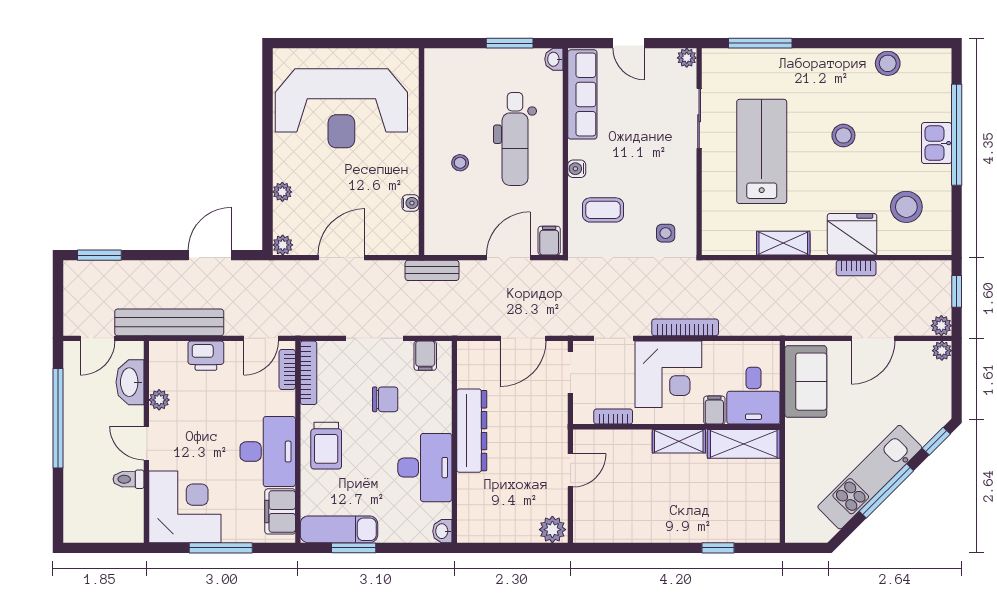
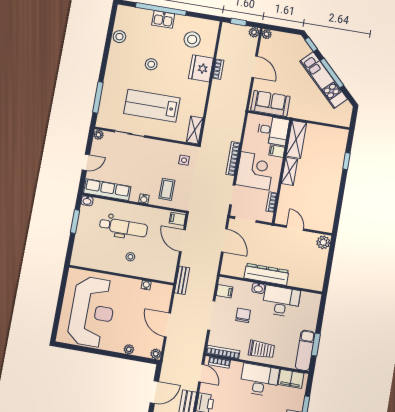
shelving: (783, 243) -> (195, 130), moved
door: (210, 255) -> (154, 392), swing flipped
washbasin: (442, 531) -> (258, 288), moved

